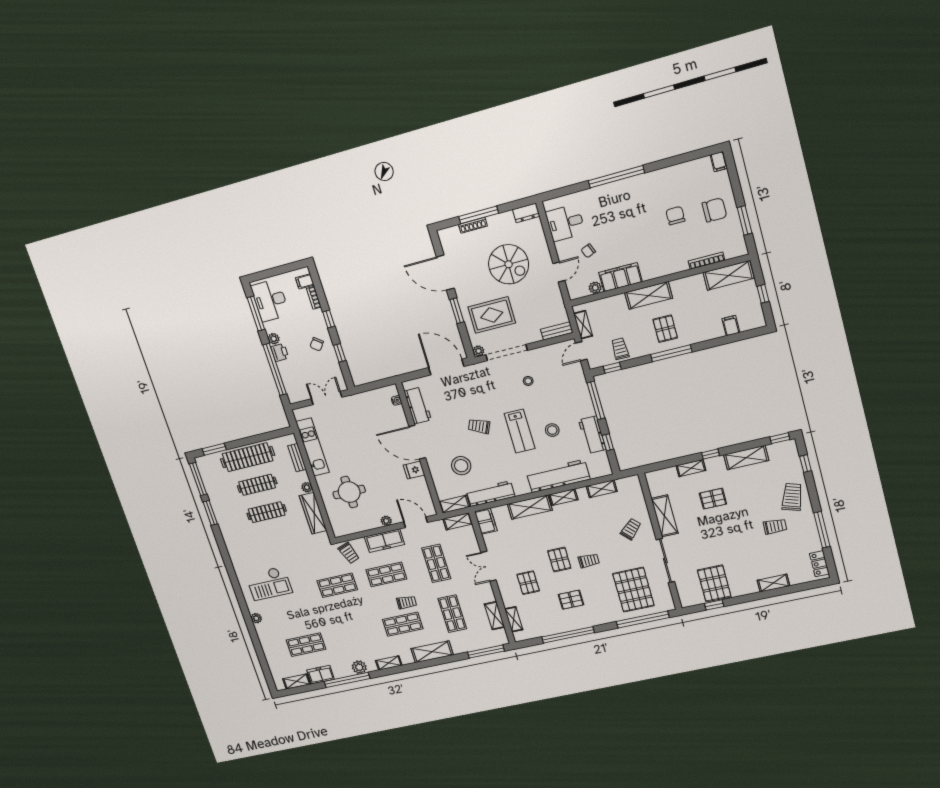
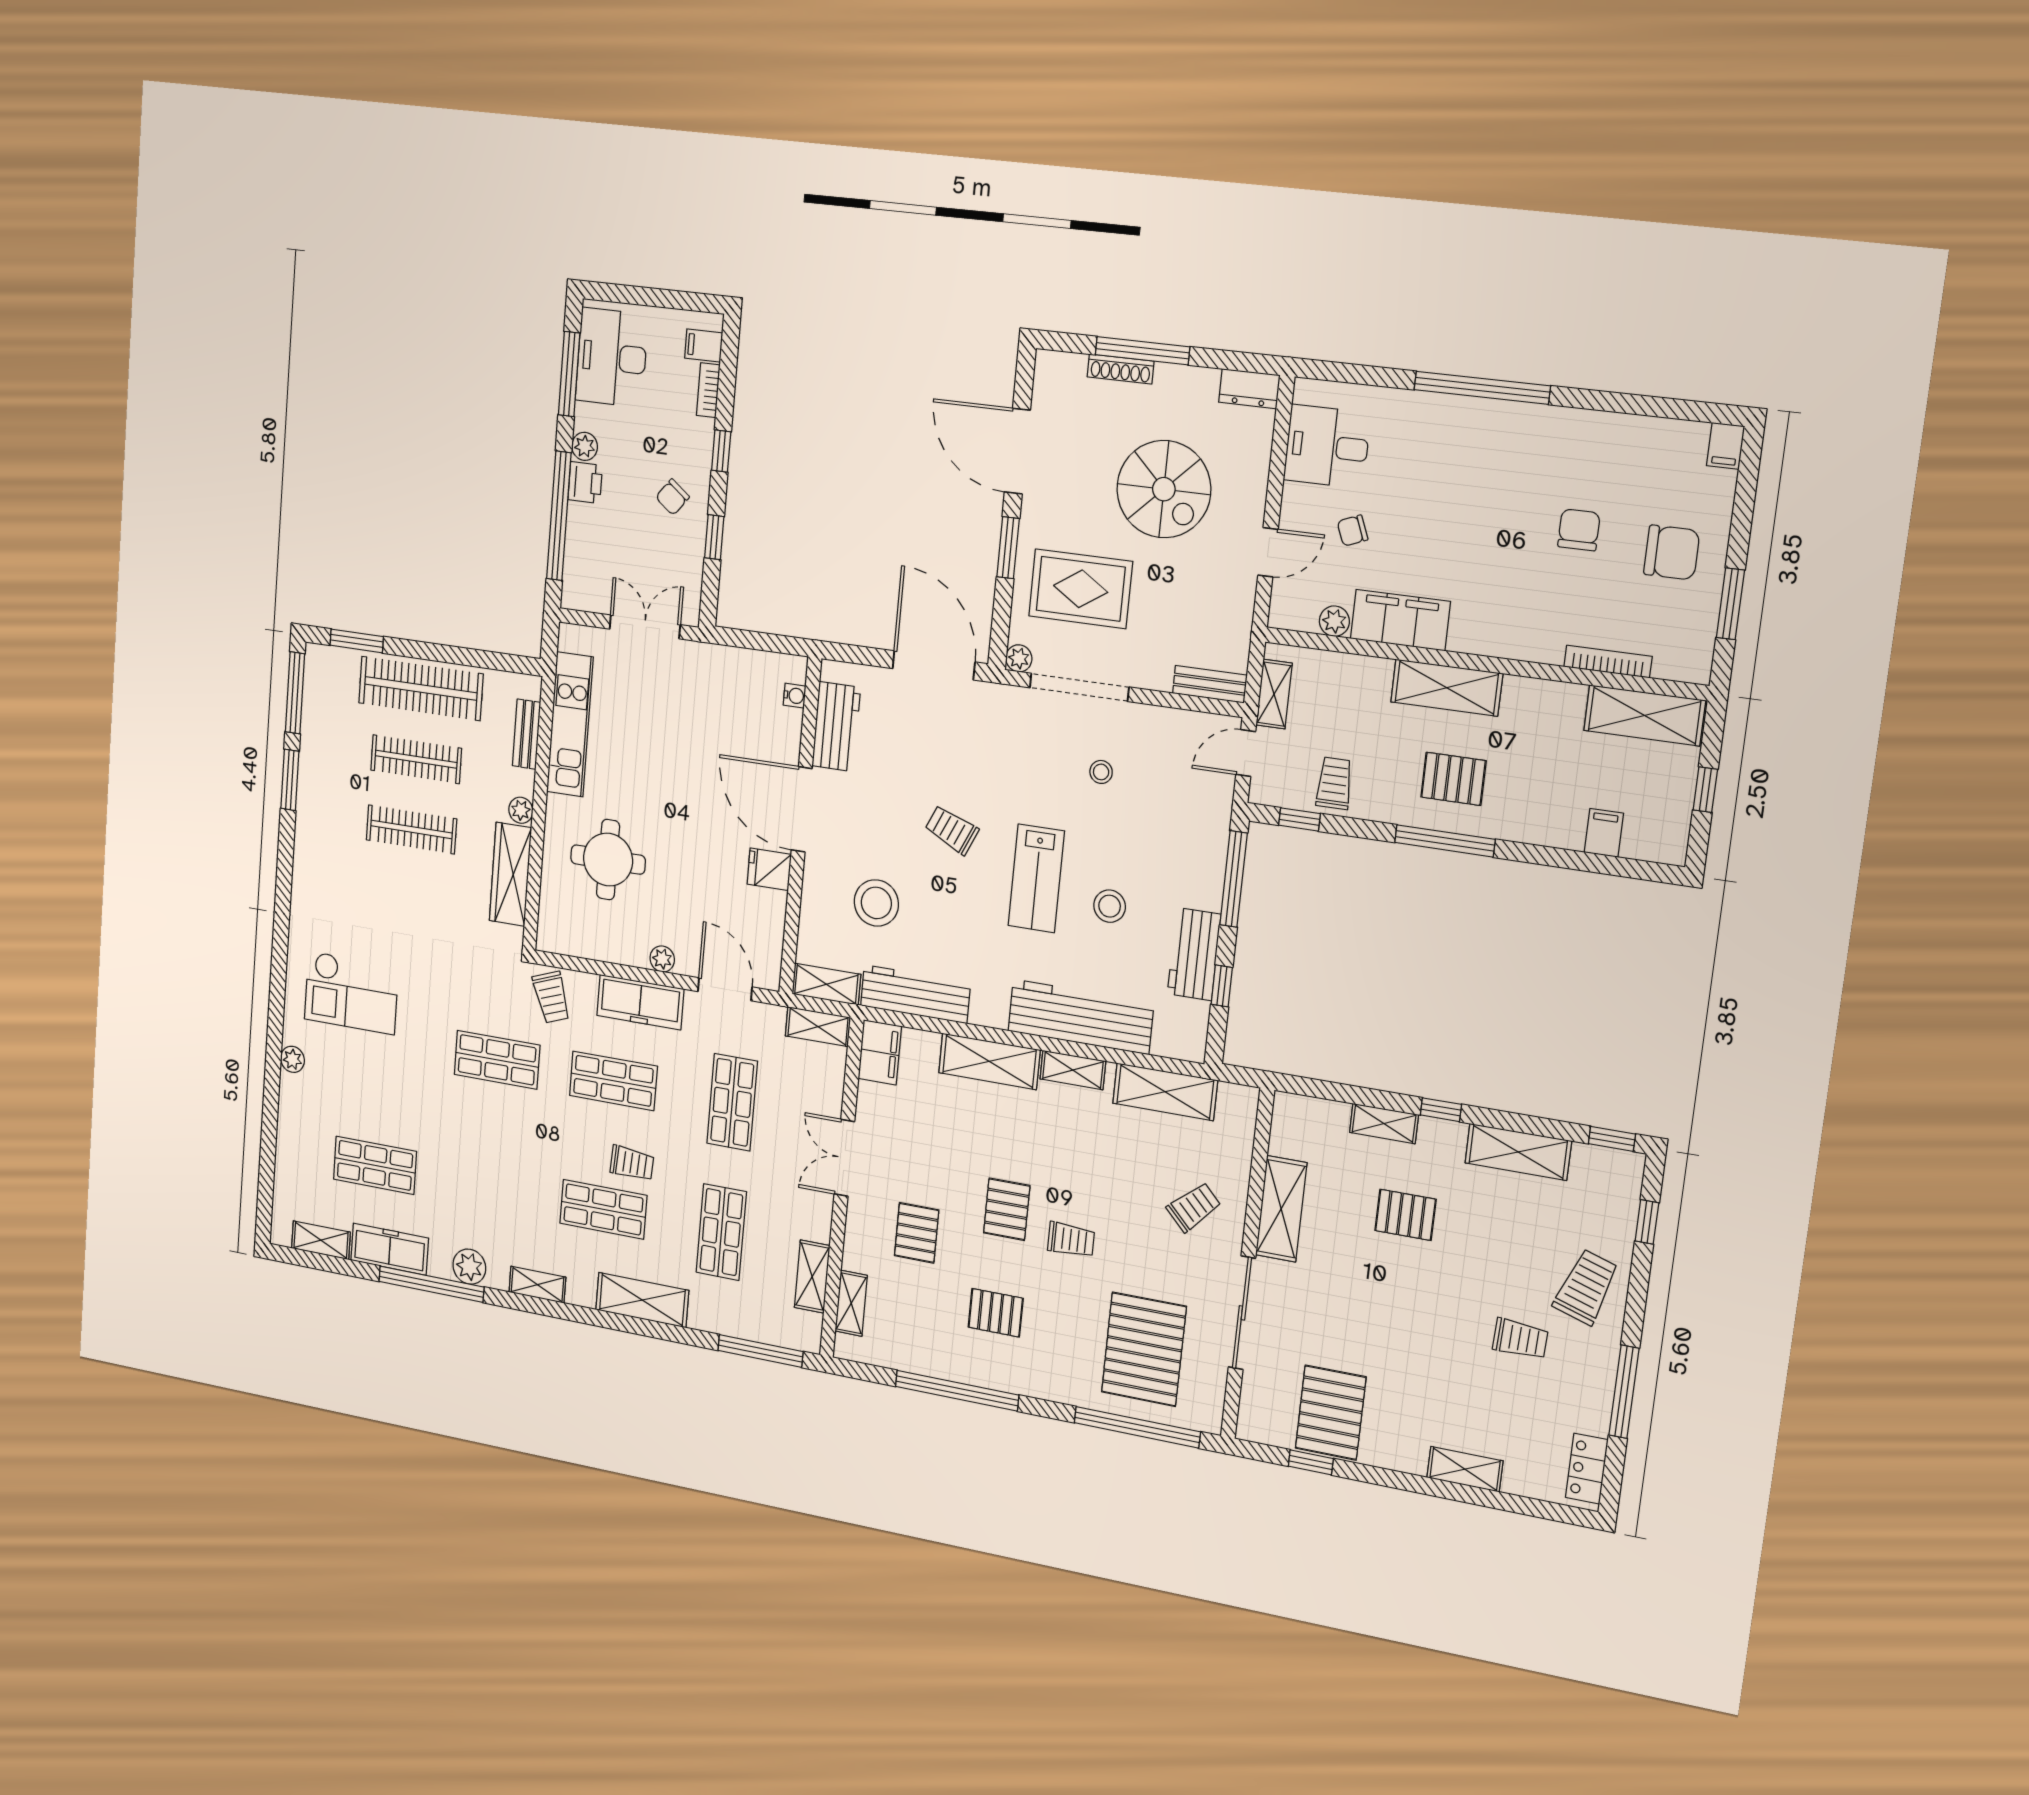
pallet: (665, 329) -> (1453, 779), turned 90
shelving: (602, 489) -> (1165, 1092), width x1.50, depth x1.33
freezer: (321, 675) -> (390, 1249), width x1.40

